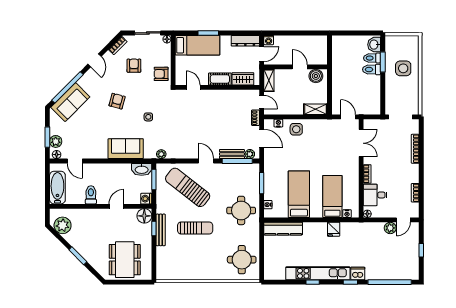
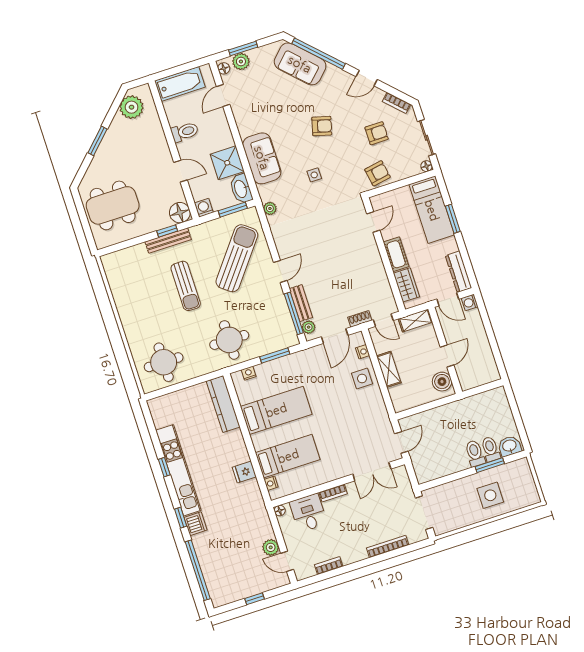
armchair: (161, 74) -> (377, 173), turned 80
door: (262, 102) -> (383, 320), hinge flipped
shelving: (315, 109) -> (389, 369), moved
shower: (121, 173) -> (227, 163), added

